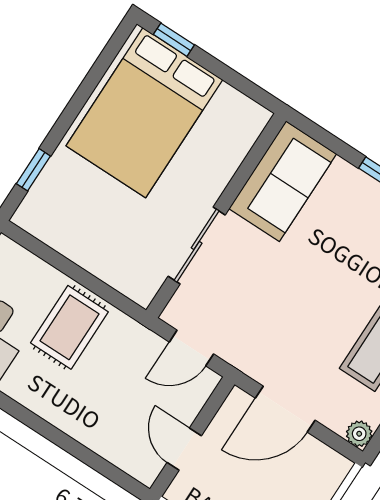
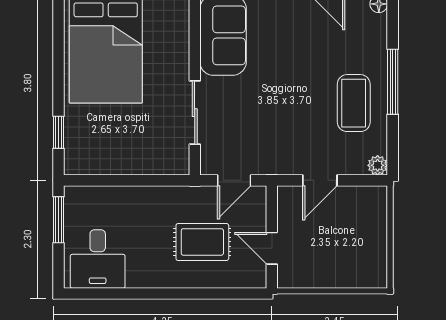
rug: (69, 327) -> (202, 242), moved, turned 90
door: (285, 409) -> (320, 180), width x0.73

